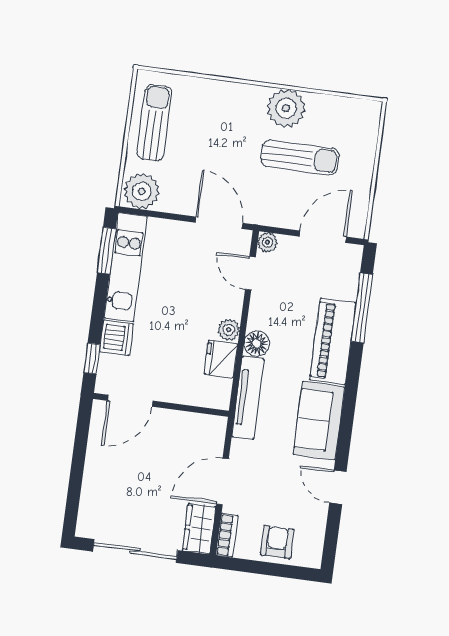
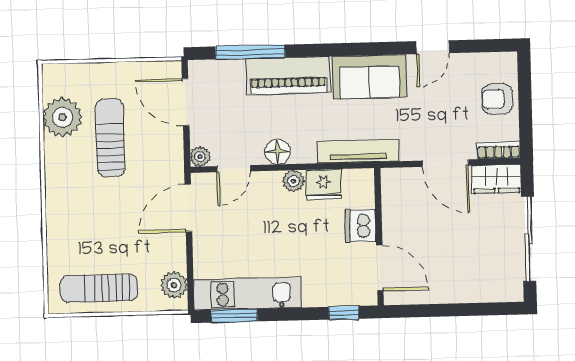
plant: (286, 108) -> (62, 117), moved
plant: (142, 191) -> (174, 285), width x0.73, depth x0.73
dishwasher: (116, 338) -> (360, 226), moved, turned -90
floor lamp: (257, 343) -> (278, 152), moved

